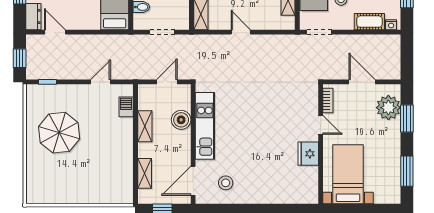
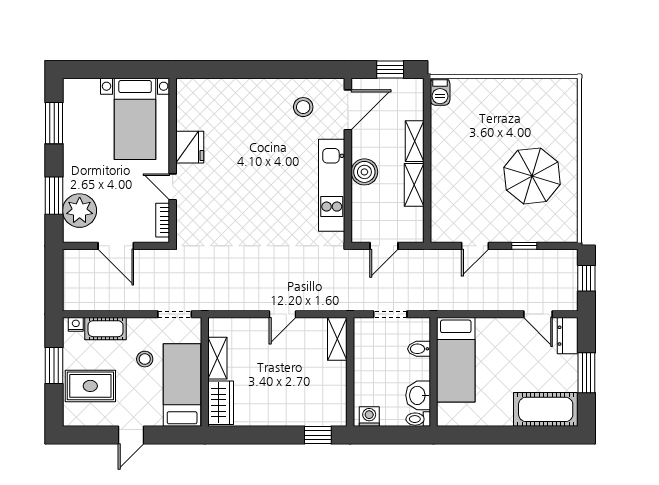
door: (241, 32) -> (282, 314), hinge flipped
window: (47, 82) -> (524, 246), moved
barbecue: (126, 107) -> (440, 92), moved
boiler: (181, 120) -> (364, 172), moved
shelving: (145, 173) -> (415, 141), moved

